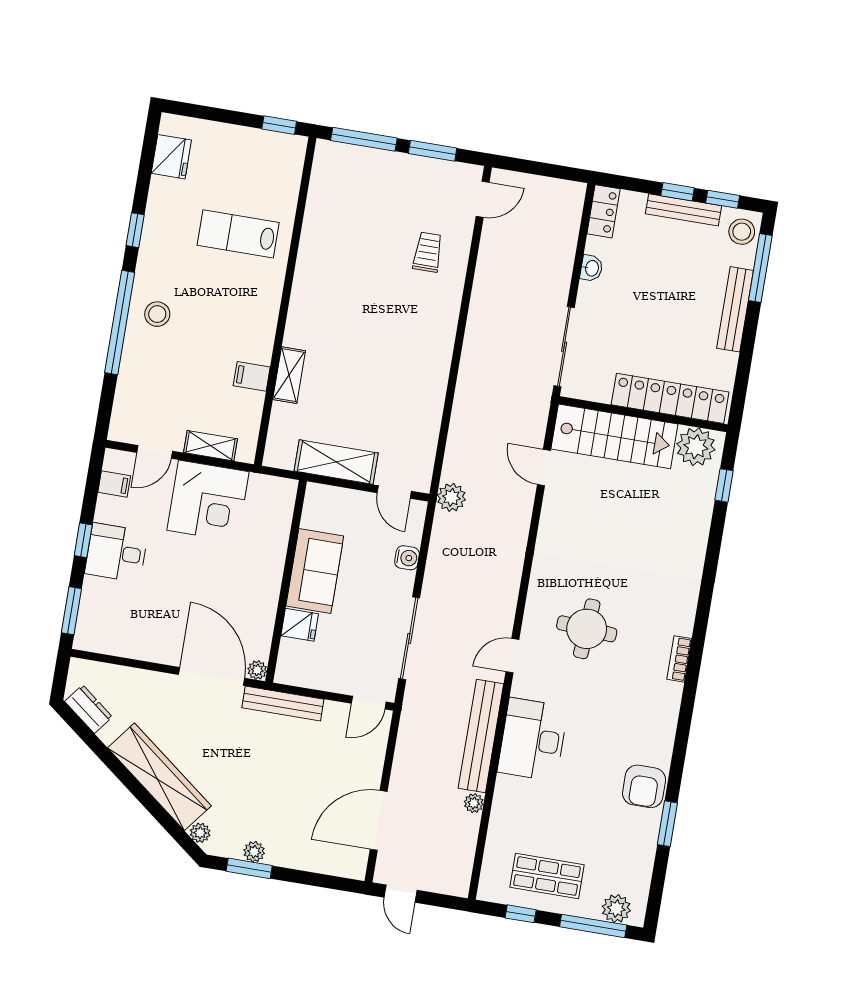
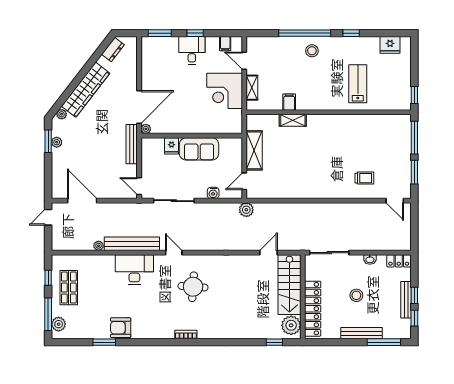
stool: (742, 232) -> (356, 295), moved

